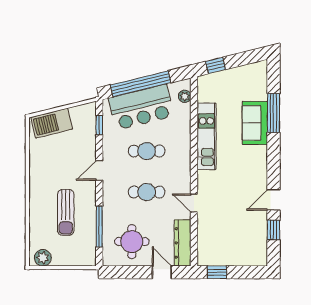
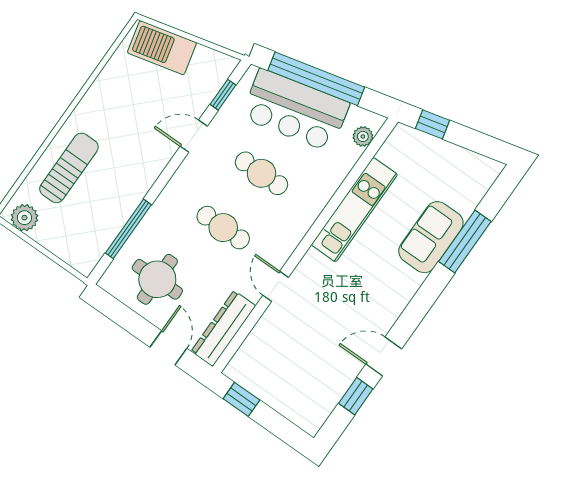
door: (99, 170) -> (194, 136), moved
sun lounger: (66, 212) -> (69, 168), moved, turned 180

